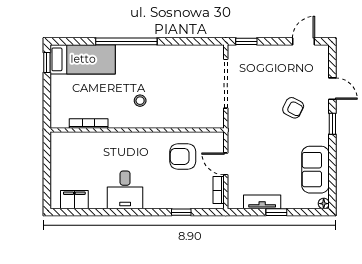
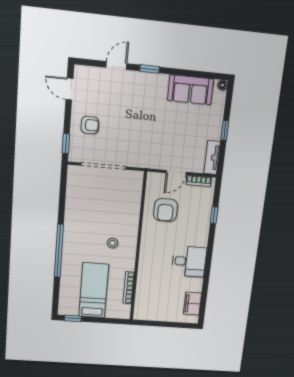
bed: (83, 59) -> (94, 290), moved
armchair: (293, 108) -> (90, 125), moved, turned 63
tv unit: (262, 202) -> (212, 157), moved

